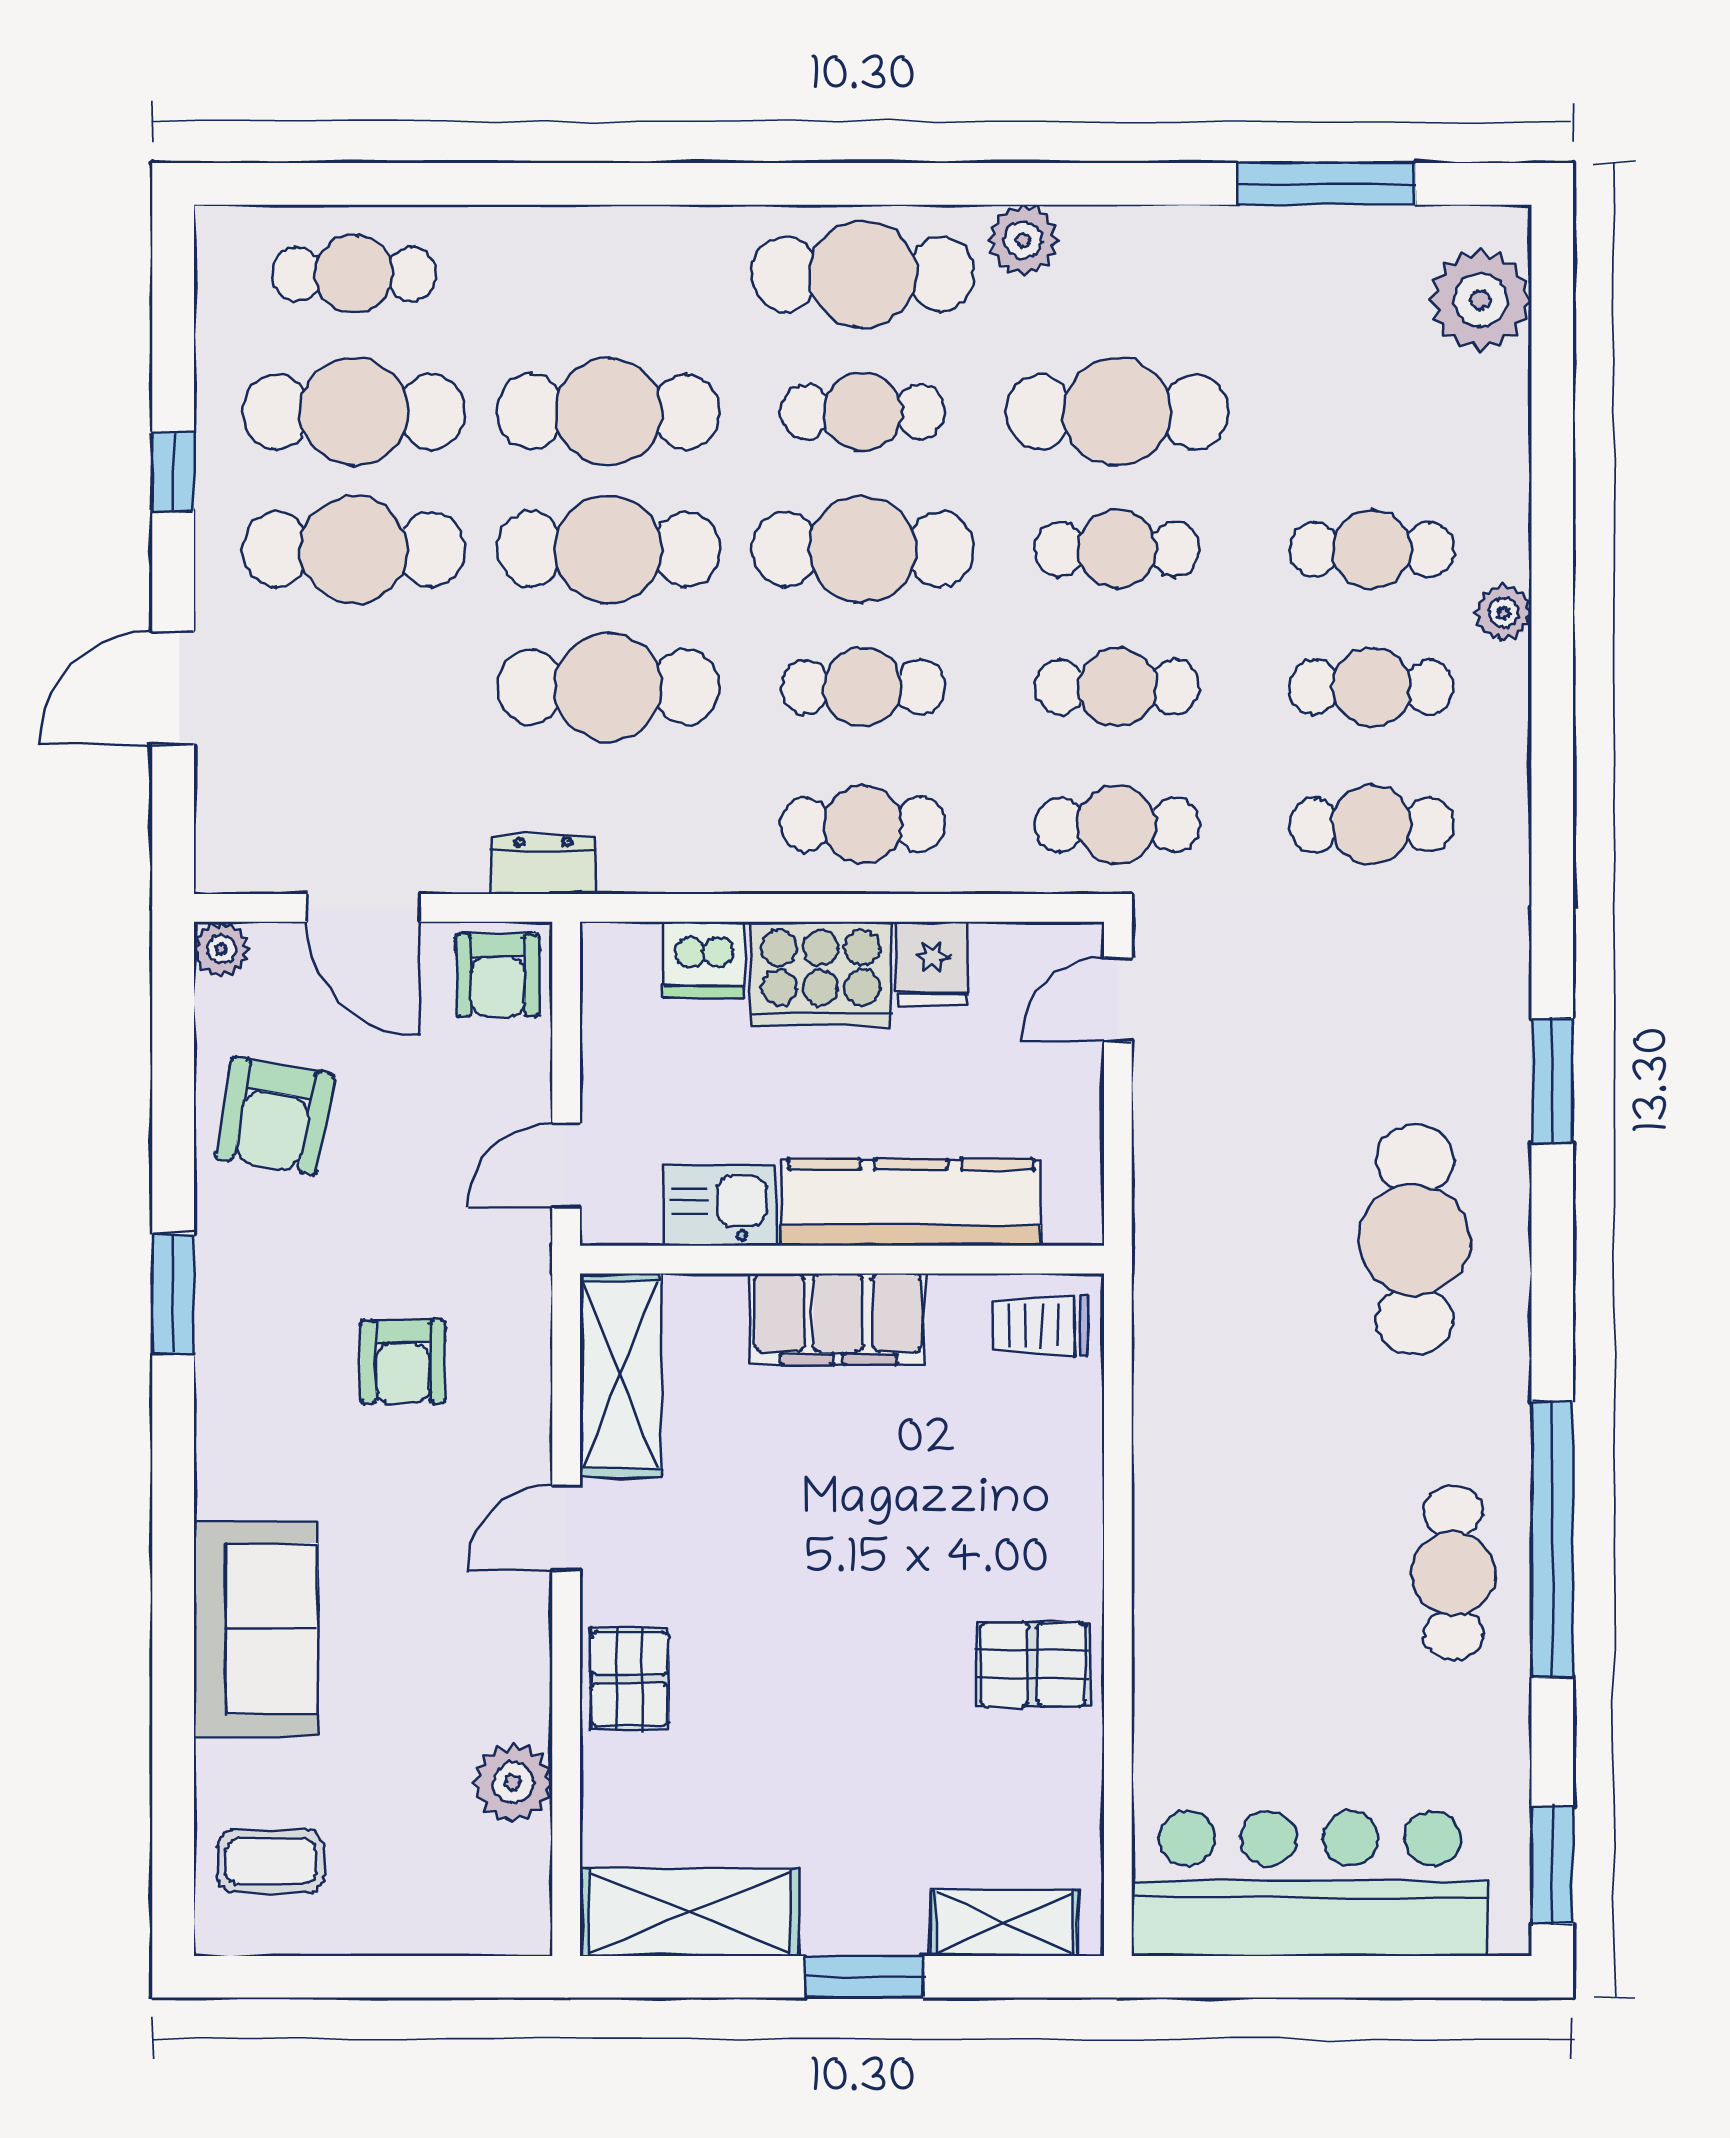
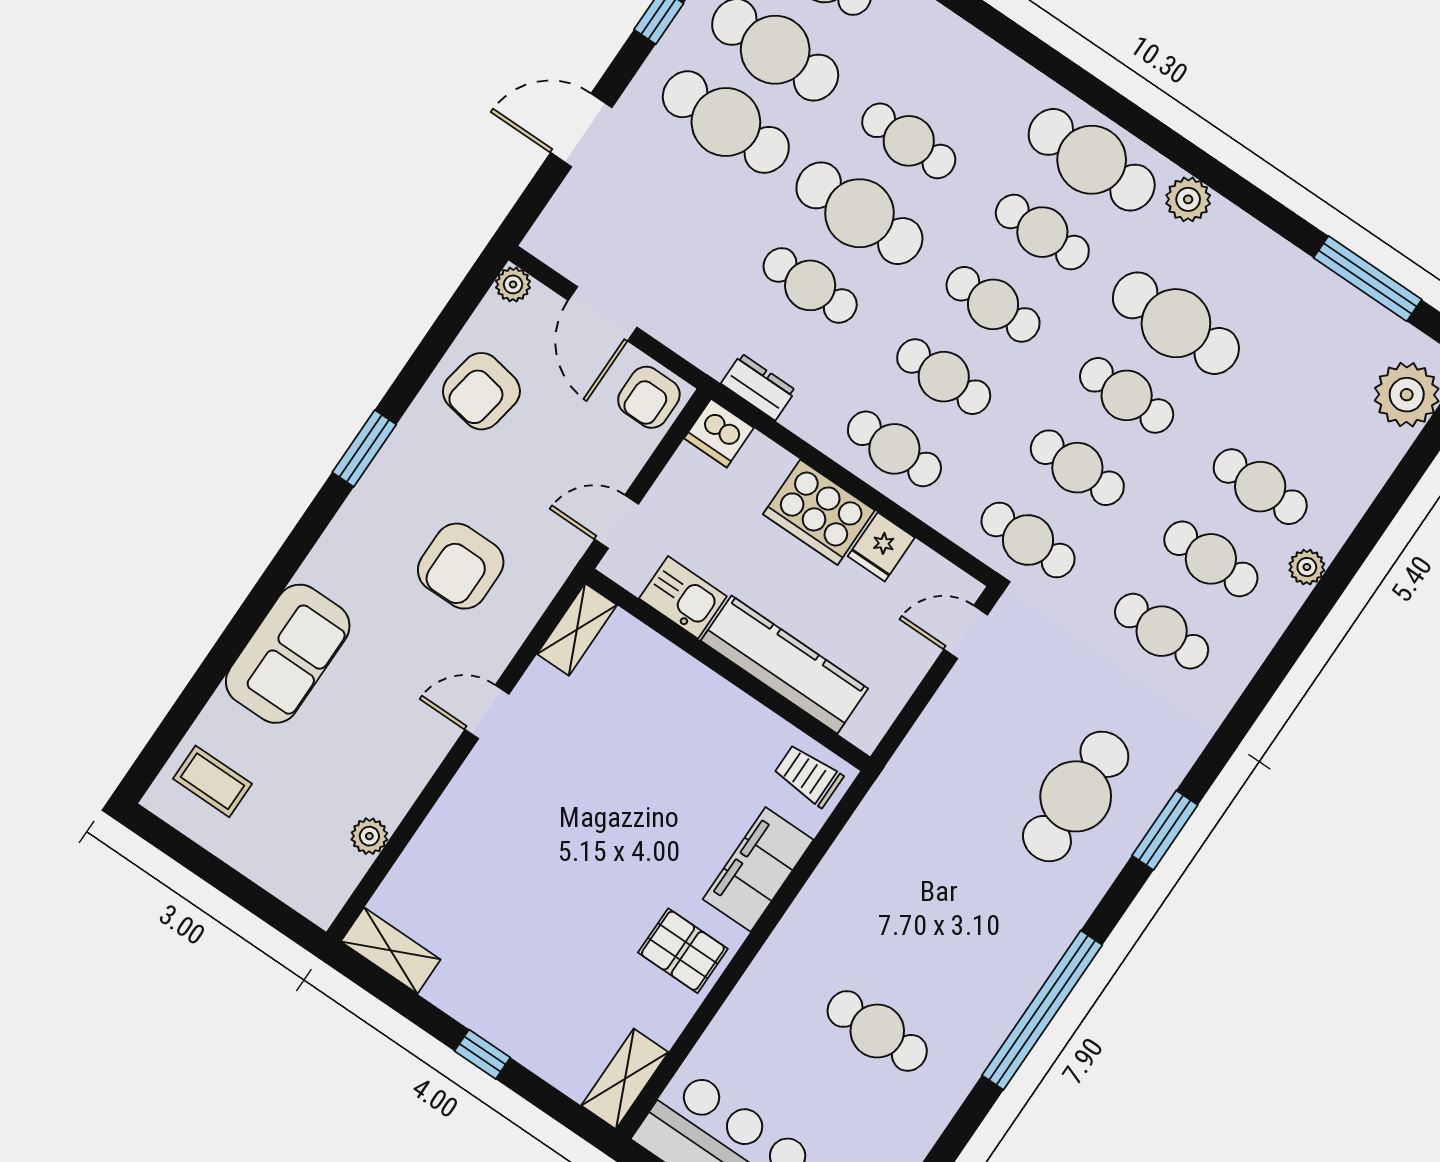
cafe table: (608, 412) -> (909, 141), width x0.73, depth x0.74
cafe table: (863, 549) -> (993, 304), width x0.73, depth x0.74
cafe table: (608, 687) -> (810, 285), width x0.73, depth x0.74
dresser: (543, 865) -> (758, 387), moved
dishwasher: (704, 960) -> (719, 433), moved
cafe table: (1415, 1240) -> (1076, 796), moved
filing cabinet: (838, 1319) -> (758, 869), moved, turned 90
armchair: (403, 1362) -> (461, 566), width x1.38, depth x1.38
shelving: (620, 1375) -> (577, 630), width x0.67, depth x0.75
window: (1552, 1540) -> (1042, 1010), moved
cafe table: (1453, 1573) -> (877, 1031), moved, turned 90
pallet: (630, 1679) -> (466, 814), removed
plant: (513, 1783) -> (369, 836), width x0.73, depth x0.73
shelving: (689, 1912) -> (391, 951), width x0.67, depth x0.75
shelving: (1004, 1923) -> (625, 1079), moved, turned 90
window: (864, 1977) -> (482, 1054), width x0.67

